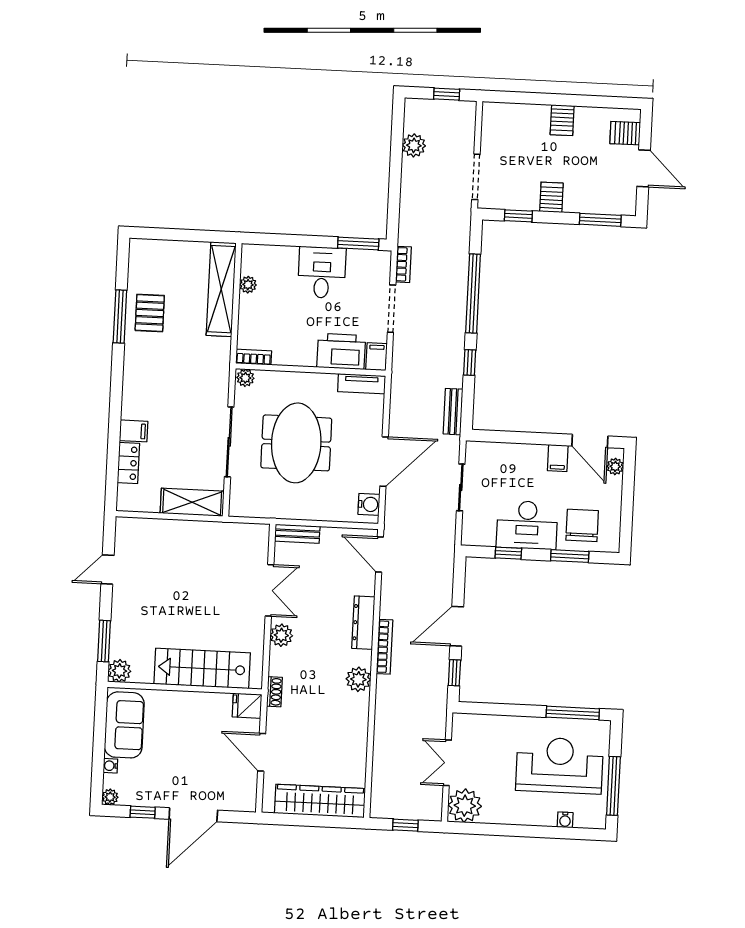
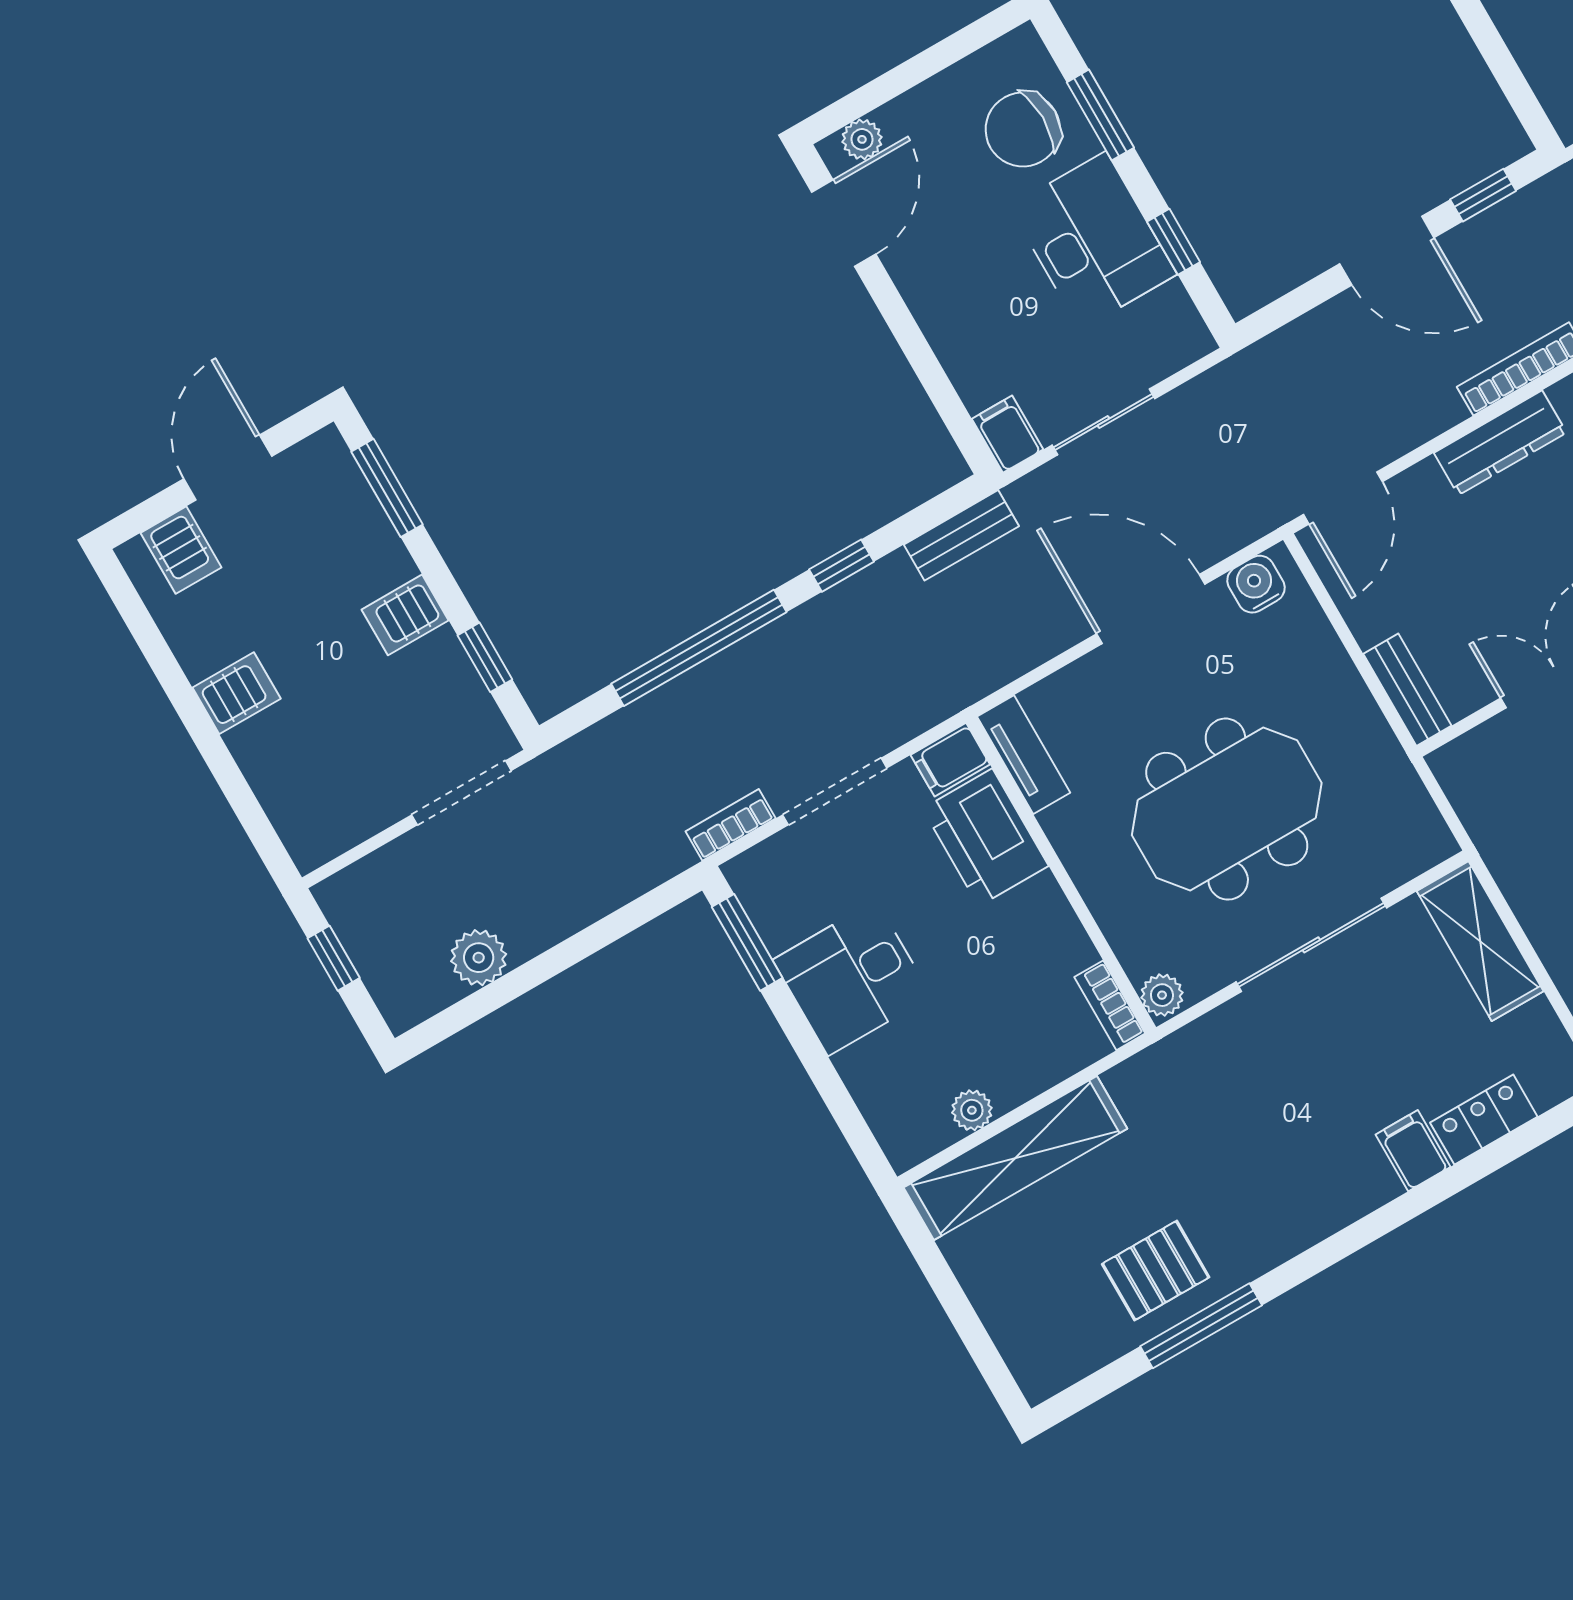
filing cabinet: (558, 458) -> (1008, 434), moved, turned -90

